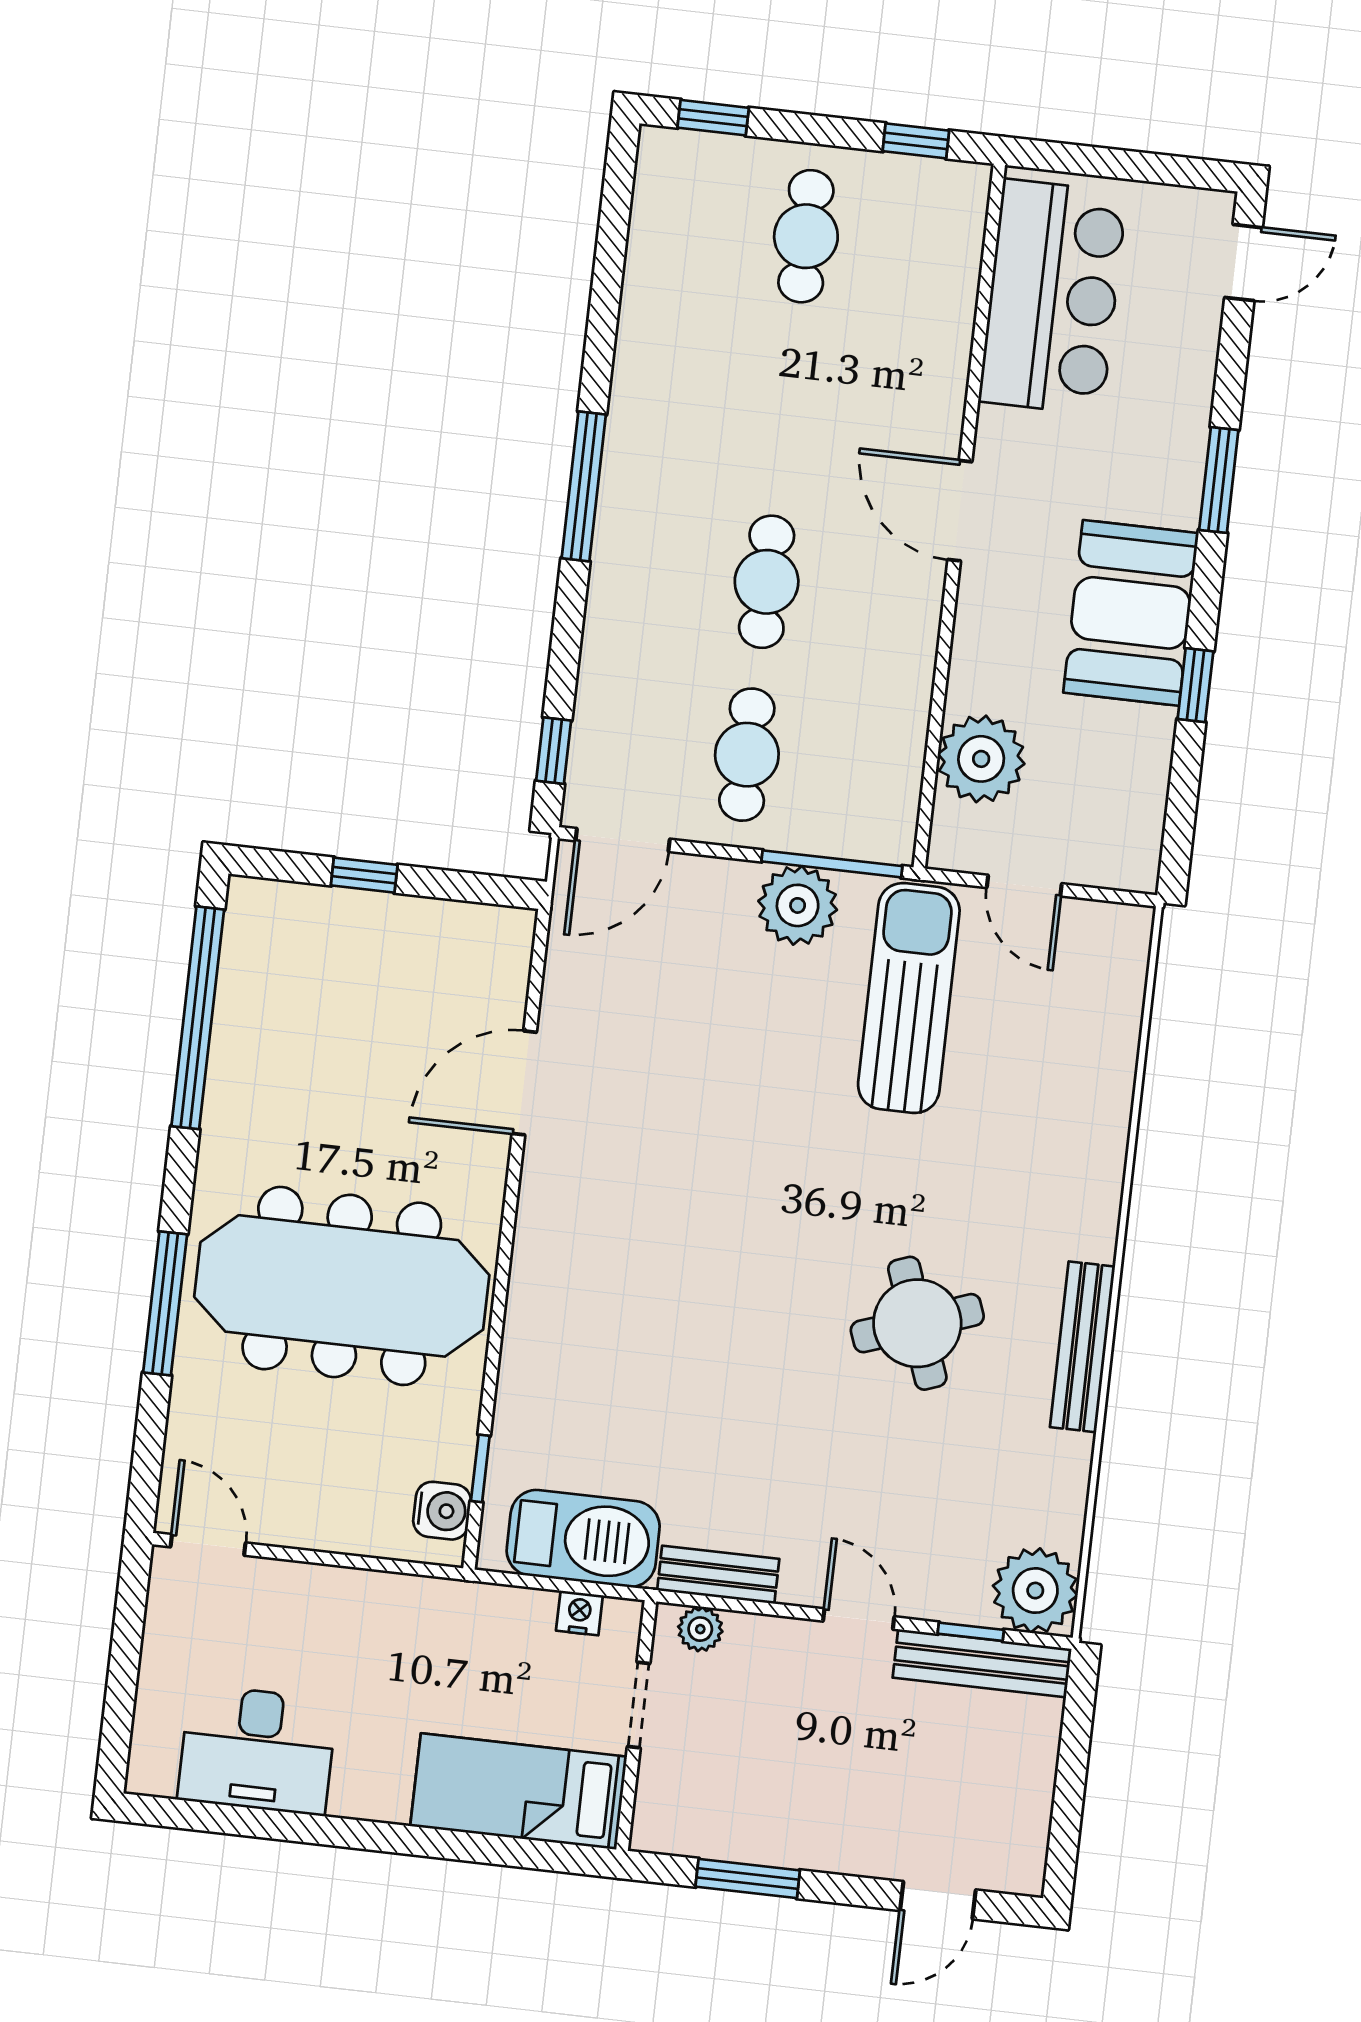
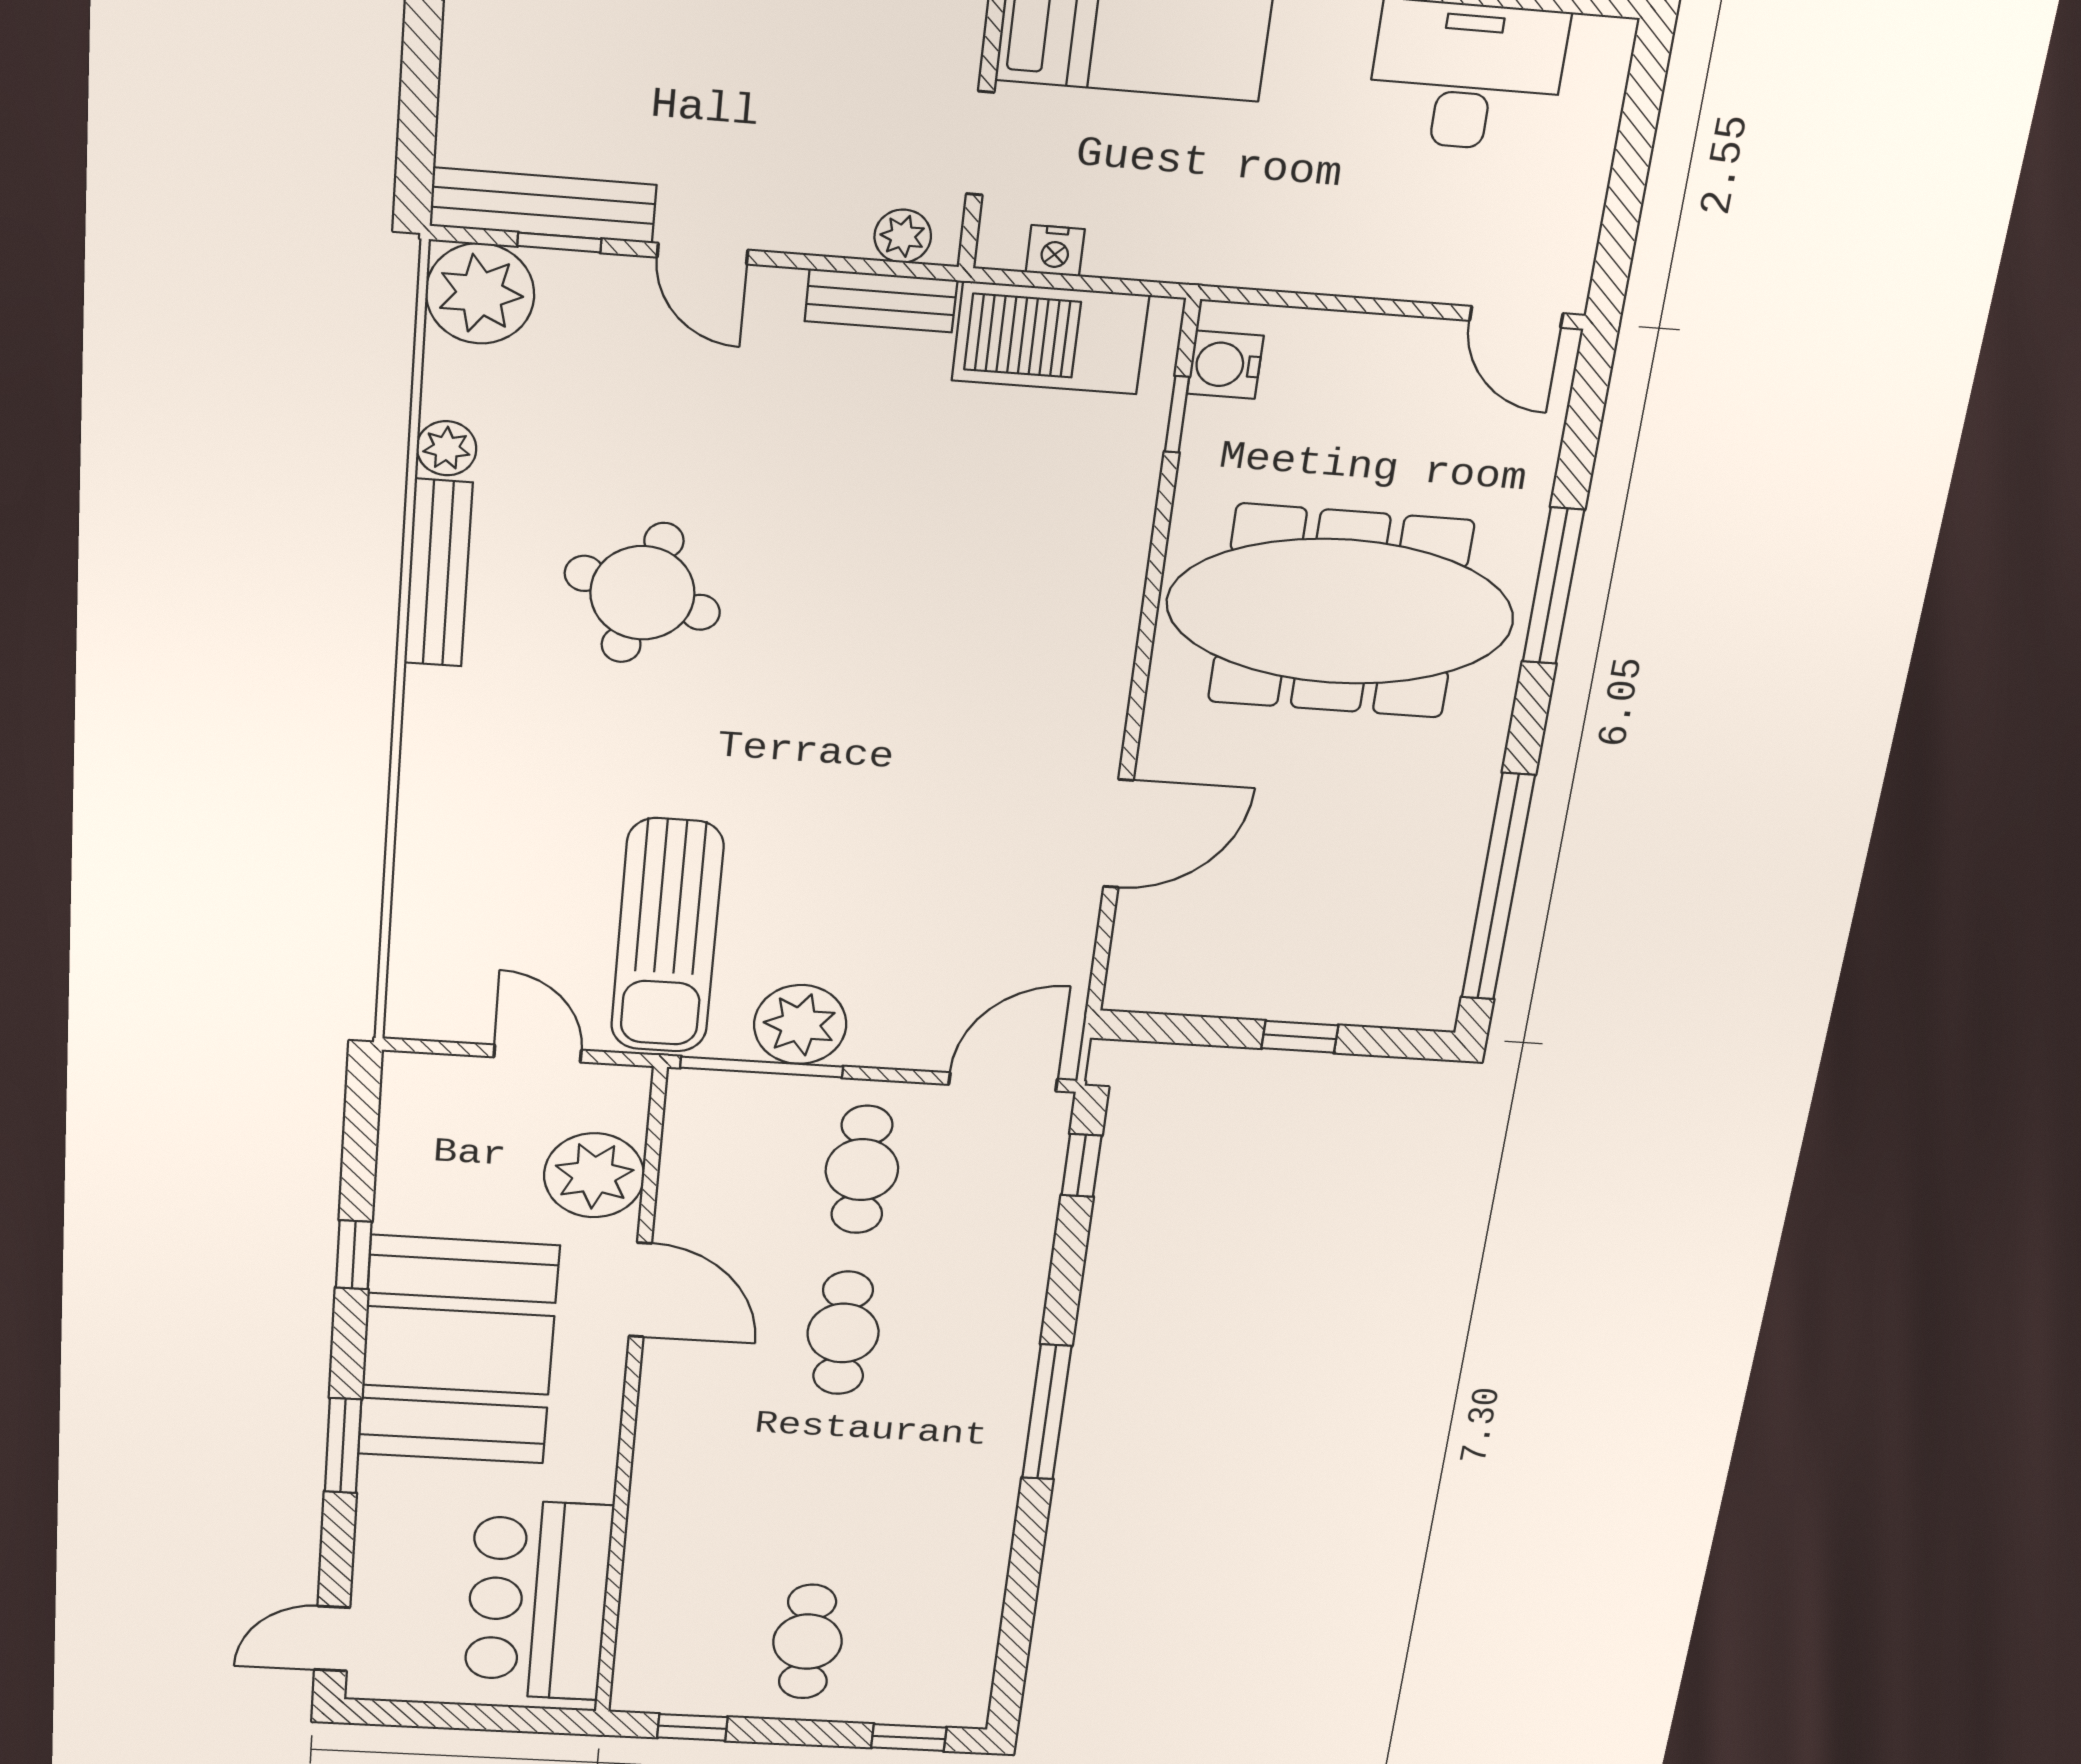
door: (960, 511) -> (640, 1290), moved
booth: (1131, 613) -> (458, 1350), width x1.36, depth x1.42
round table: (917, 1323) -> (642, 593), turned 36
plant: (1069, 1458) -> (447, 448), added

